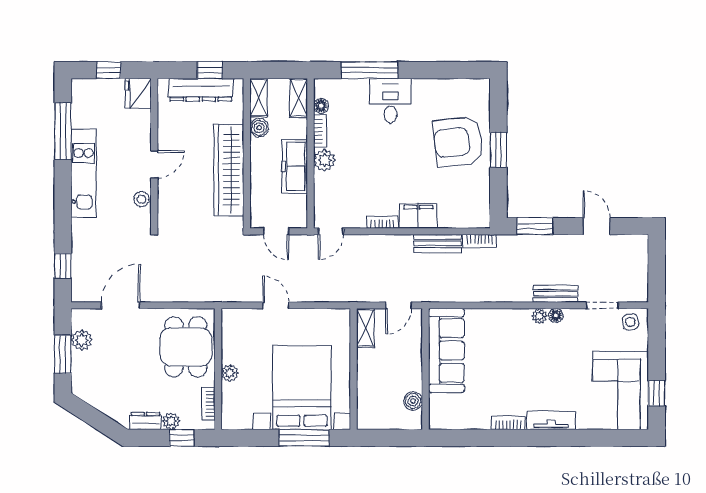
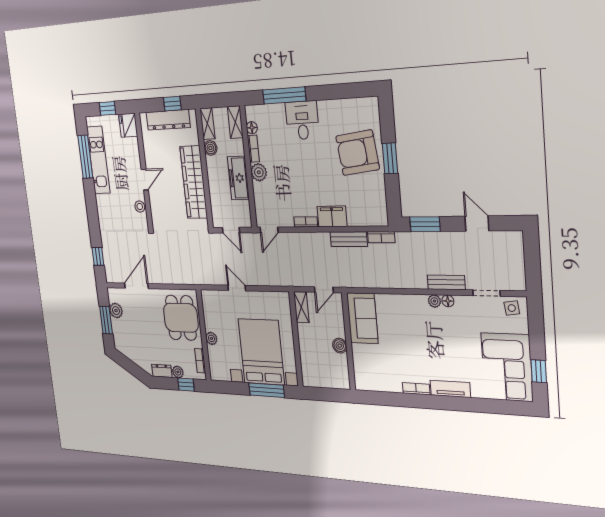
kitchen unit: (84, 173) -> (98, 160), moved
sofa: (446, 350) -> (362, 318), width x0.73
boiler: (413, 401) -> (340, 346), moved

